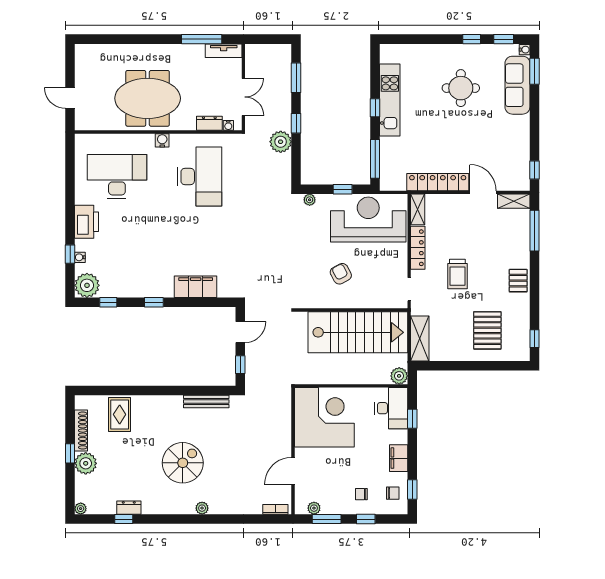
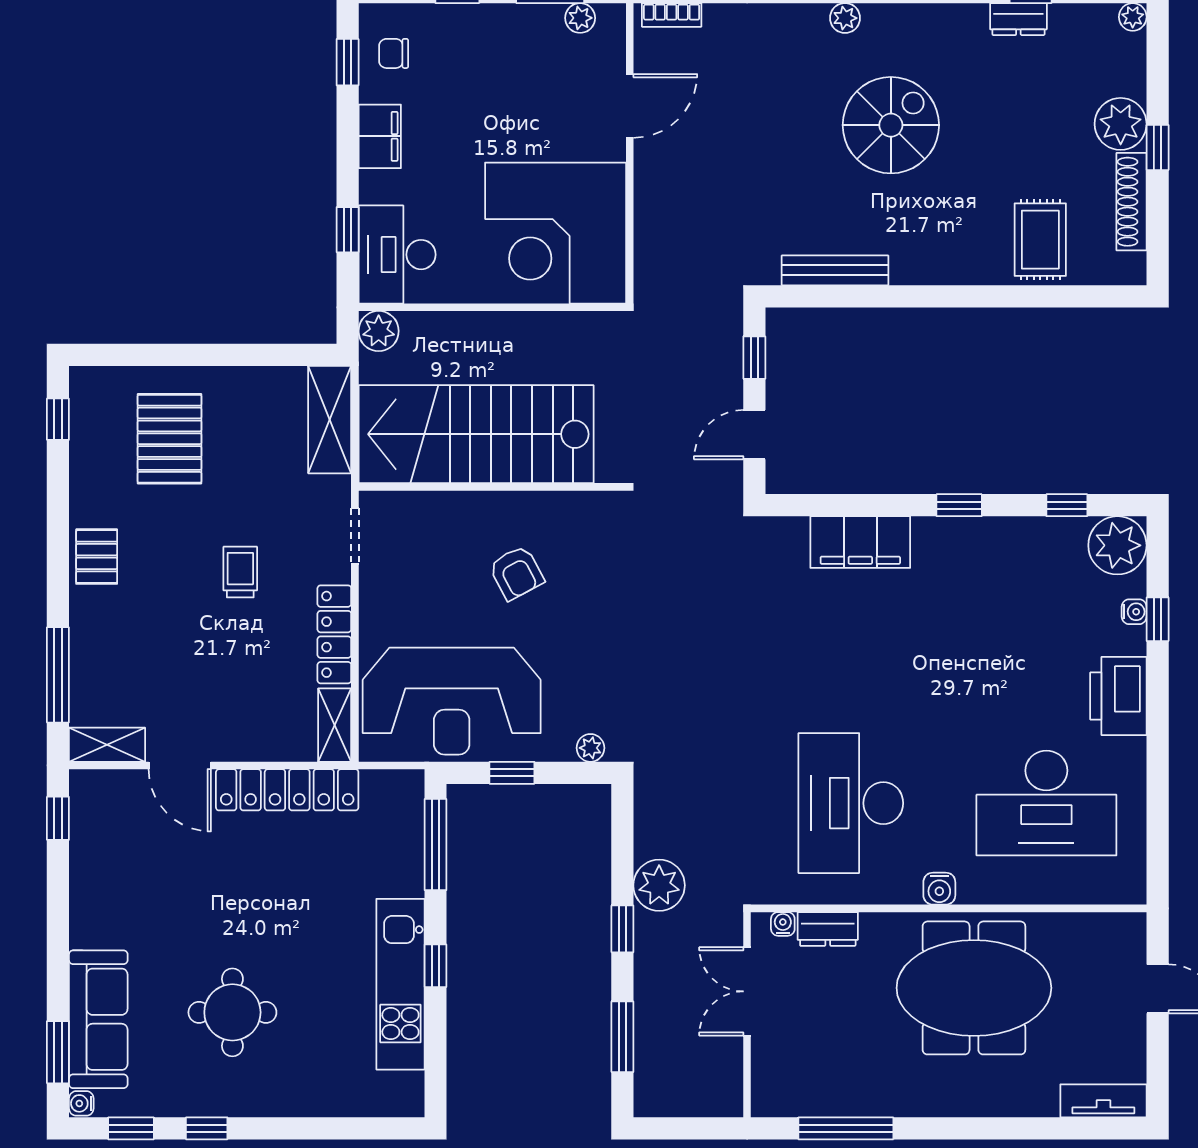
tv unit: (224, 51) -> (1103, 1101), moved
trolley: (457, 274) -> (240, 572), width x0.73, depth x0.72
spiral stairs: (183, 463) -> (891, 125), turned 180
chair: (361, 494) -> (468, 51), removed

